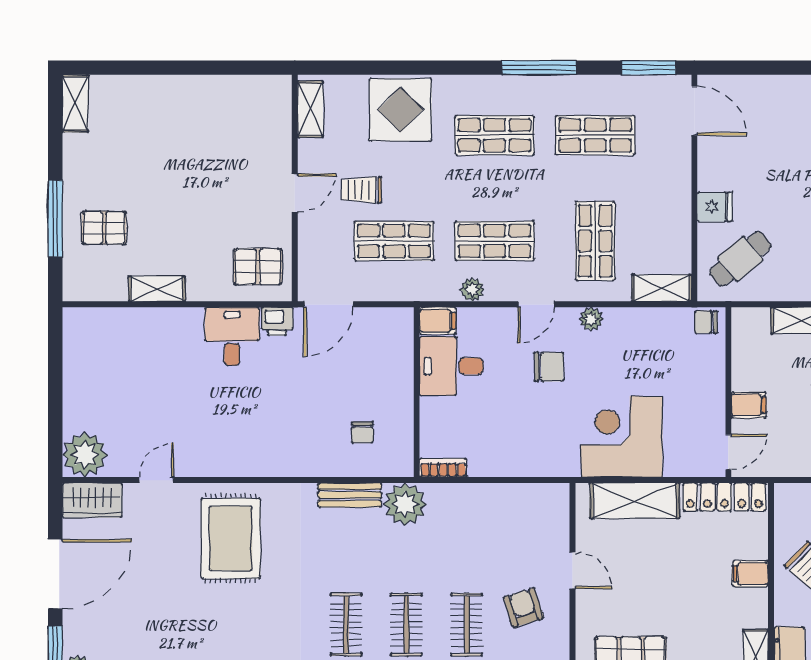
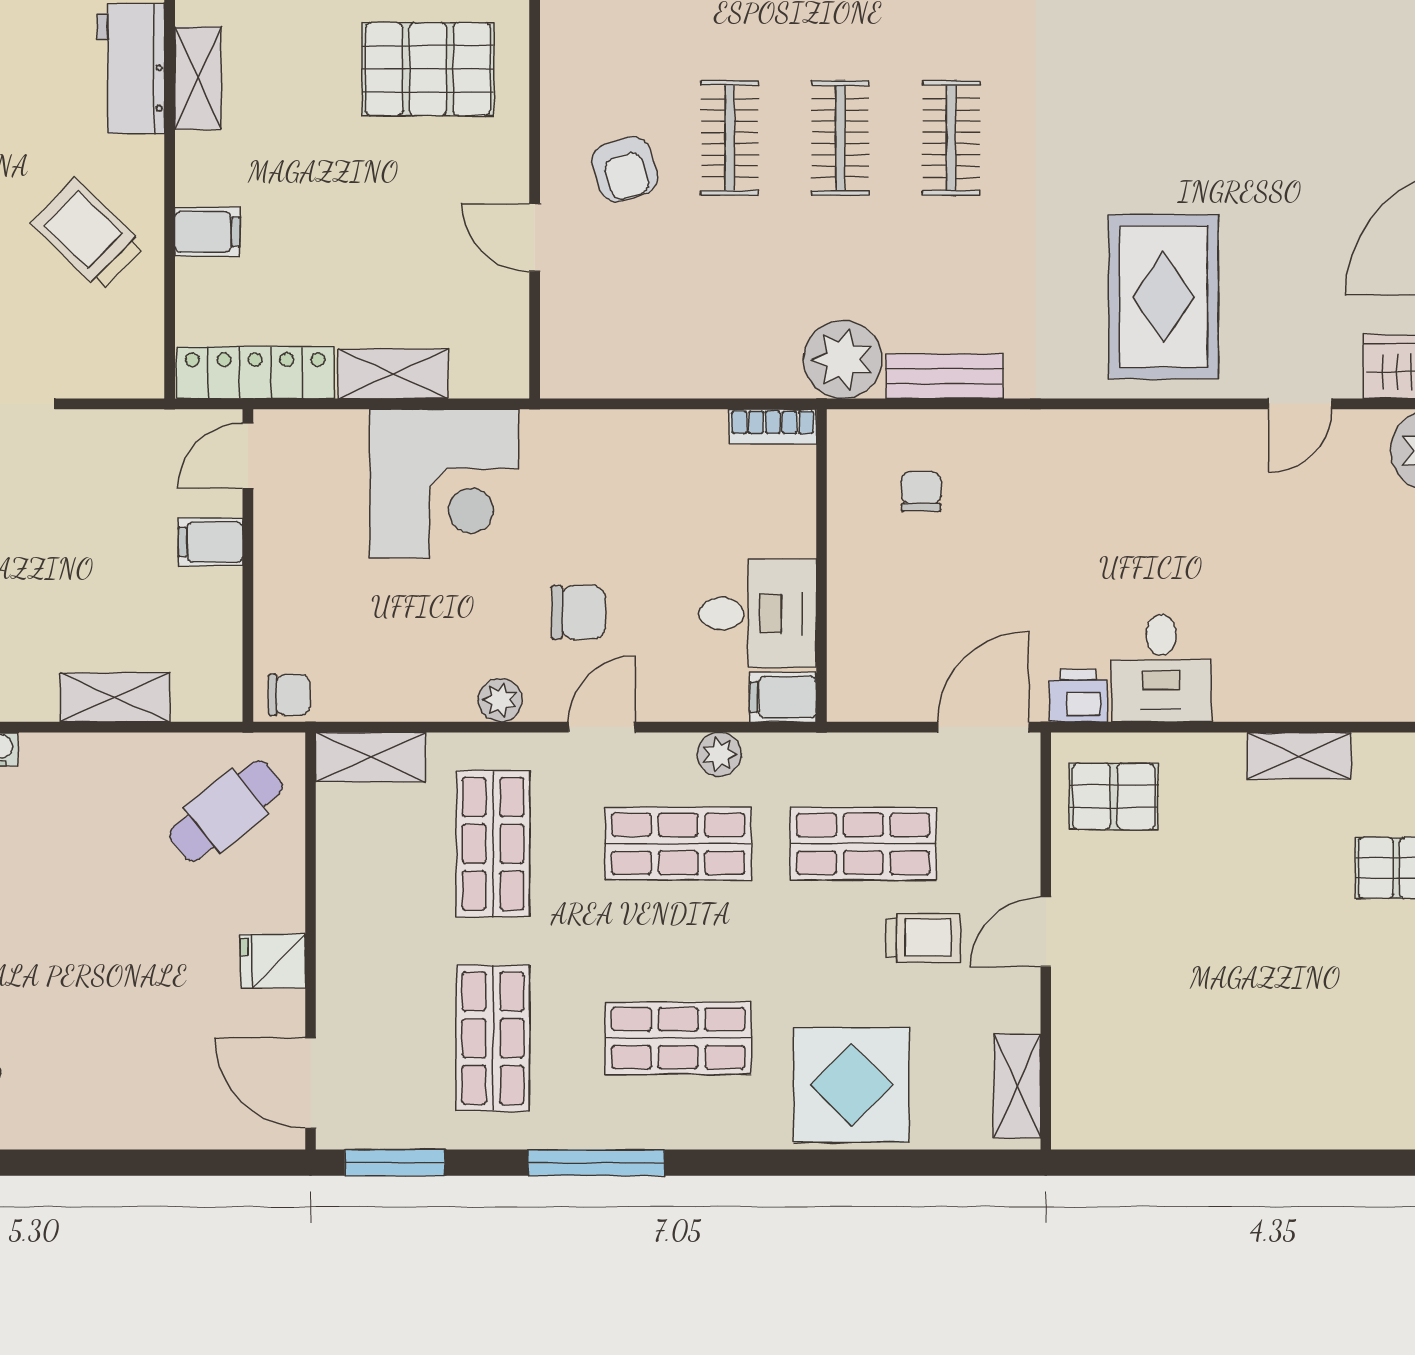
shop shelf: (595, 135) -> (493, 1038), turned 90
fridge: (715, 207) -> (273, 961), moved
chair: (549, 367) -> (578, 612), turned 180
shelving: (635, 501) -> (393, 374), width x0.67, depth x0.75

